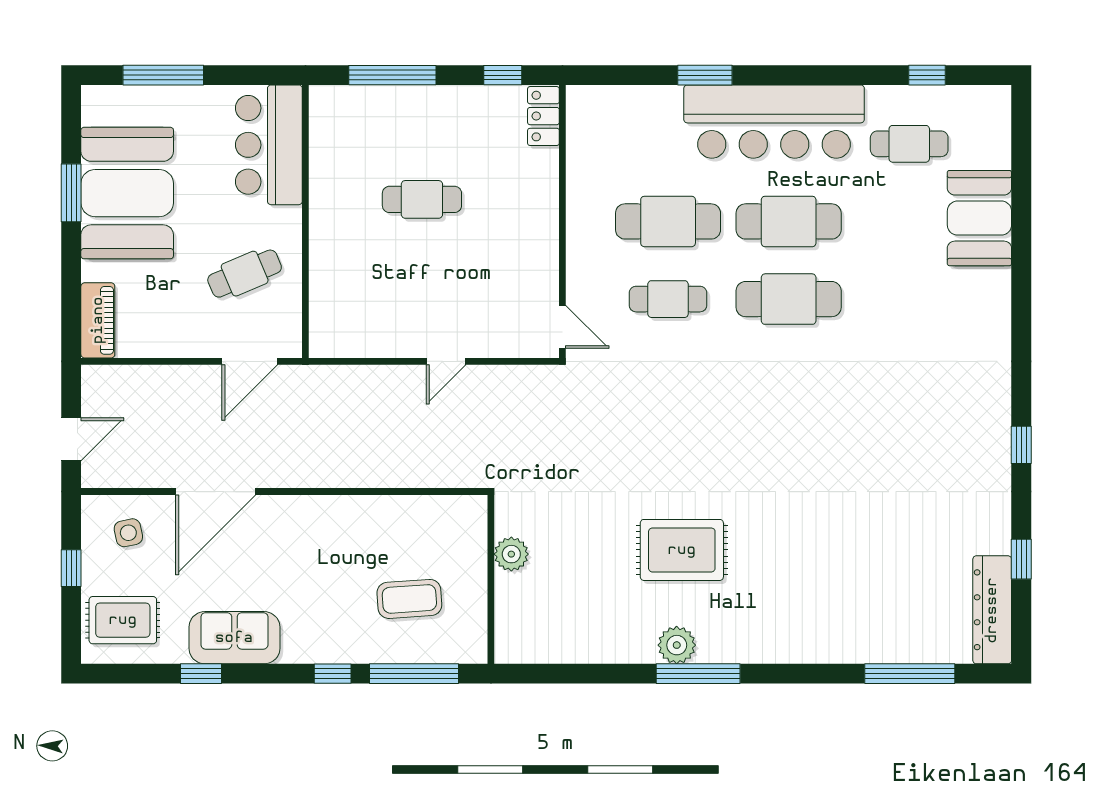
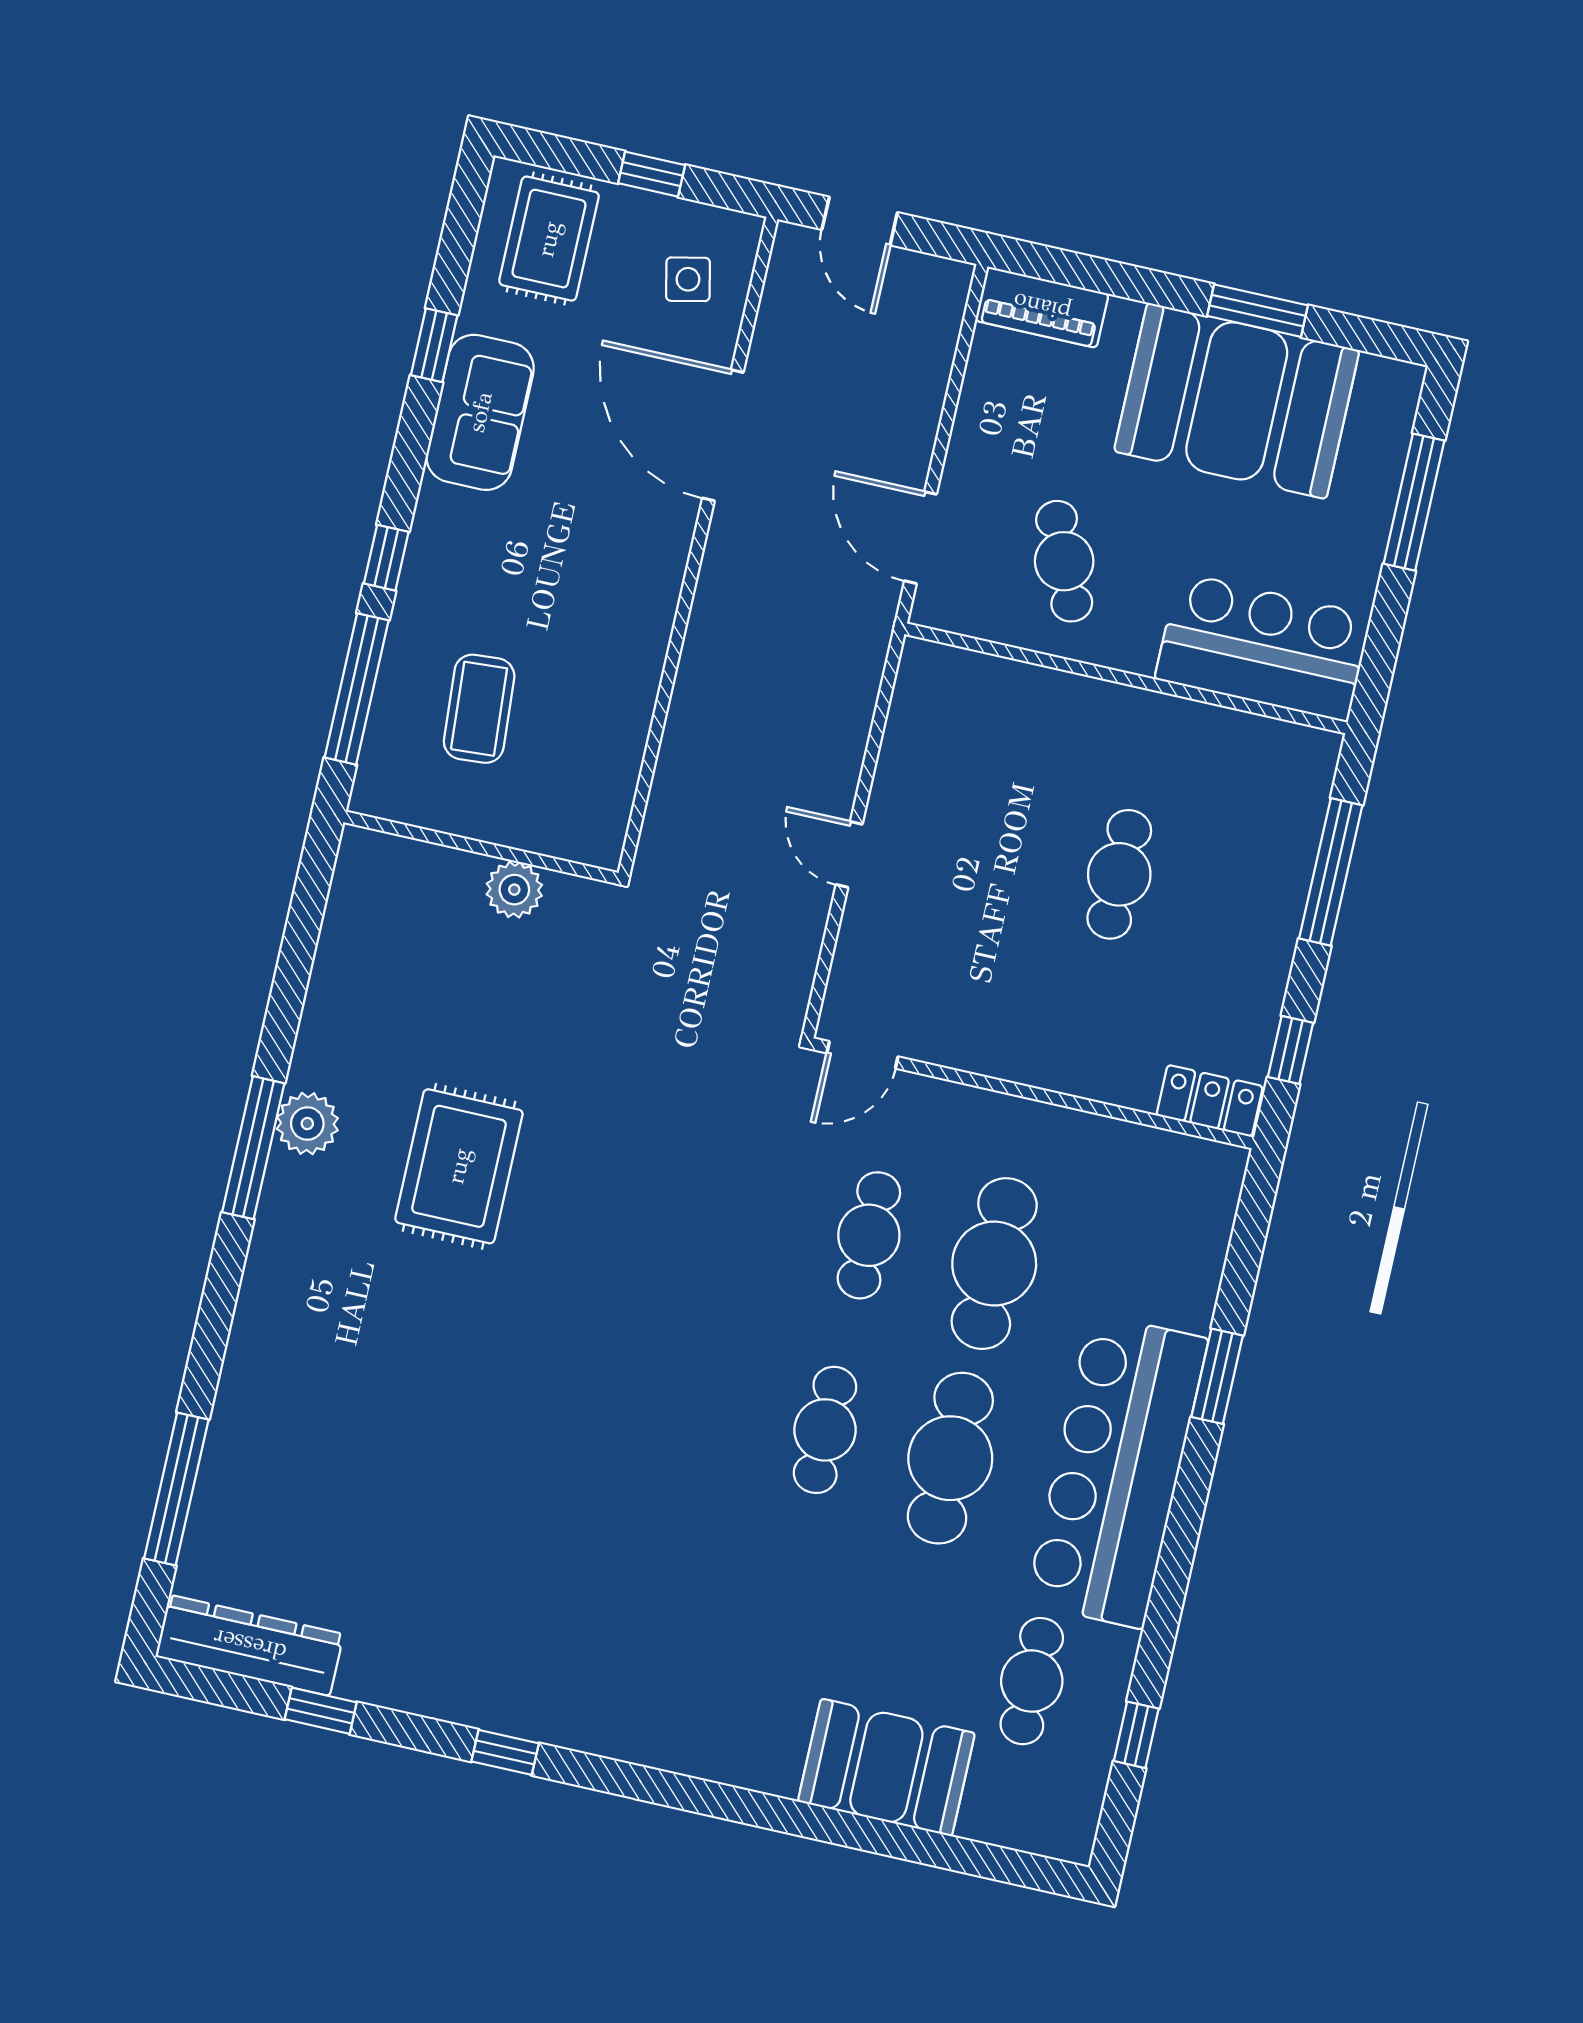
cafe table: (789, 299) -> (825, 1430), width x0.73, depth x0.74

